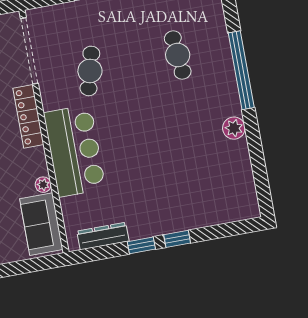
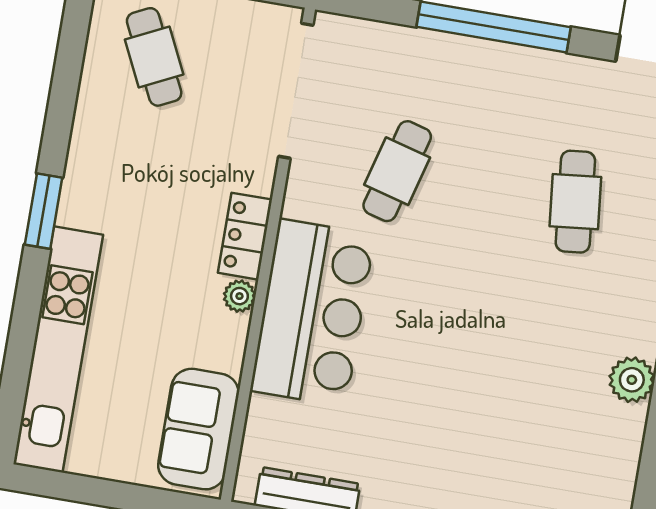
locker: (28, 116) -> (245, 236), width x0.66
plant: (43, 185) -> (239, 296), moved

